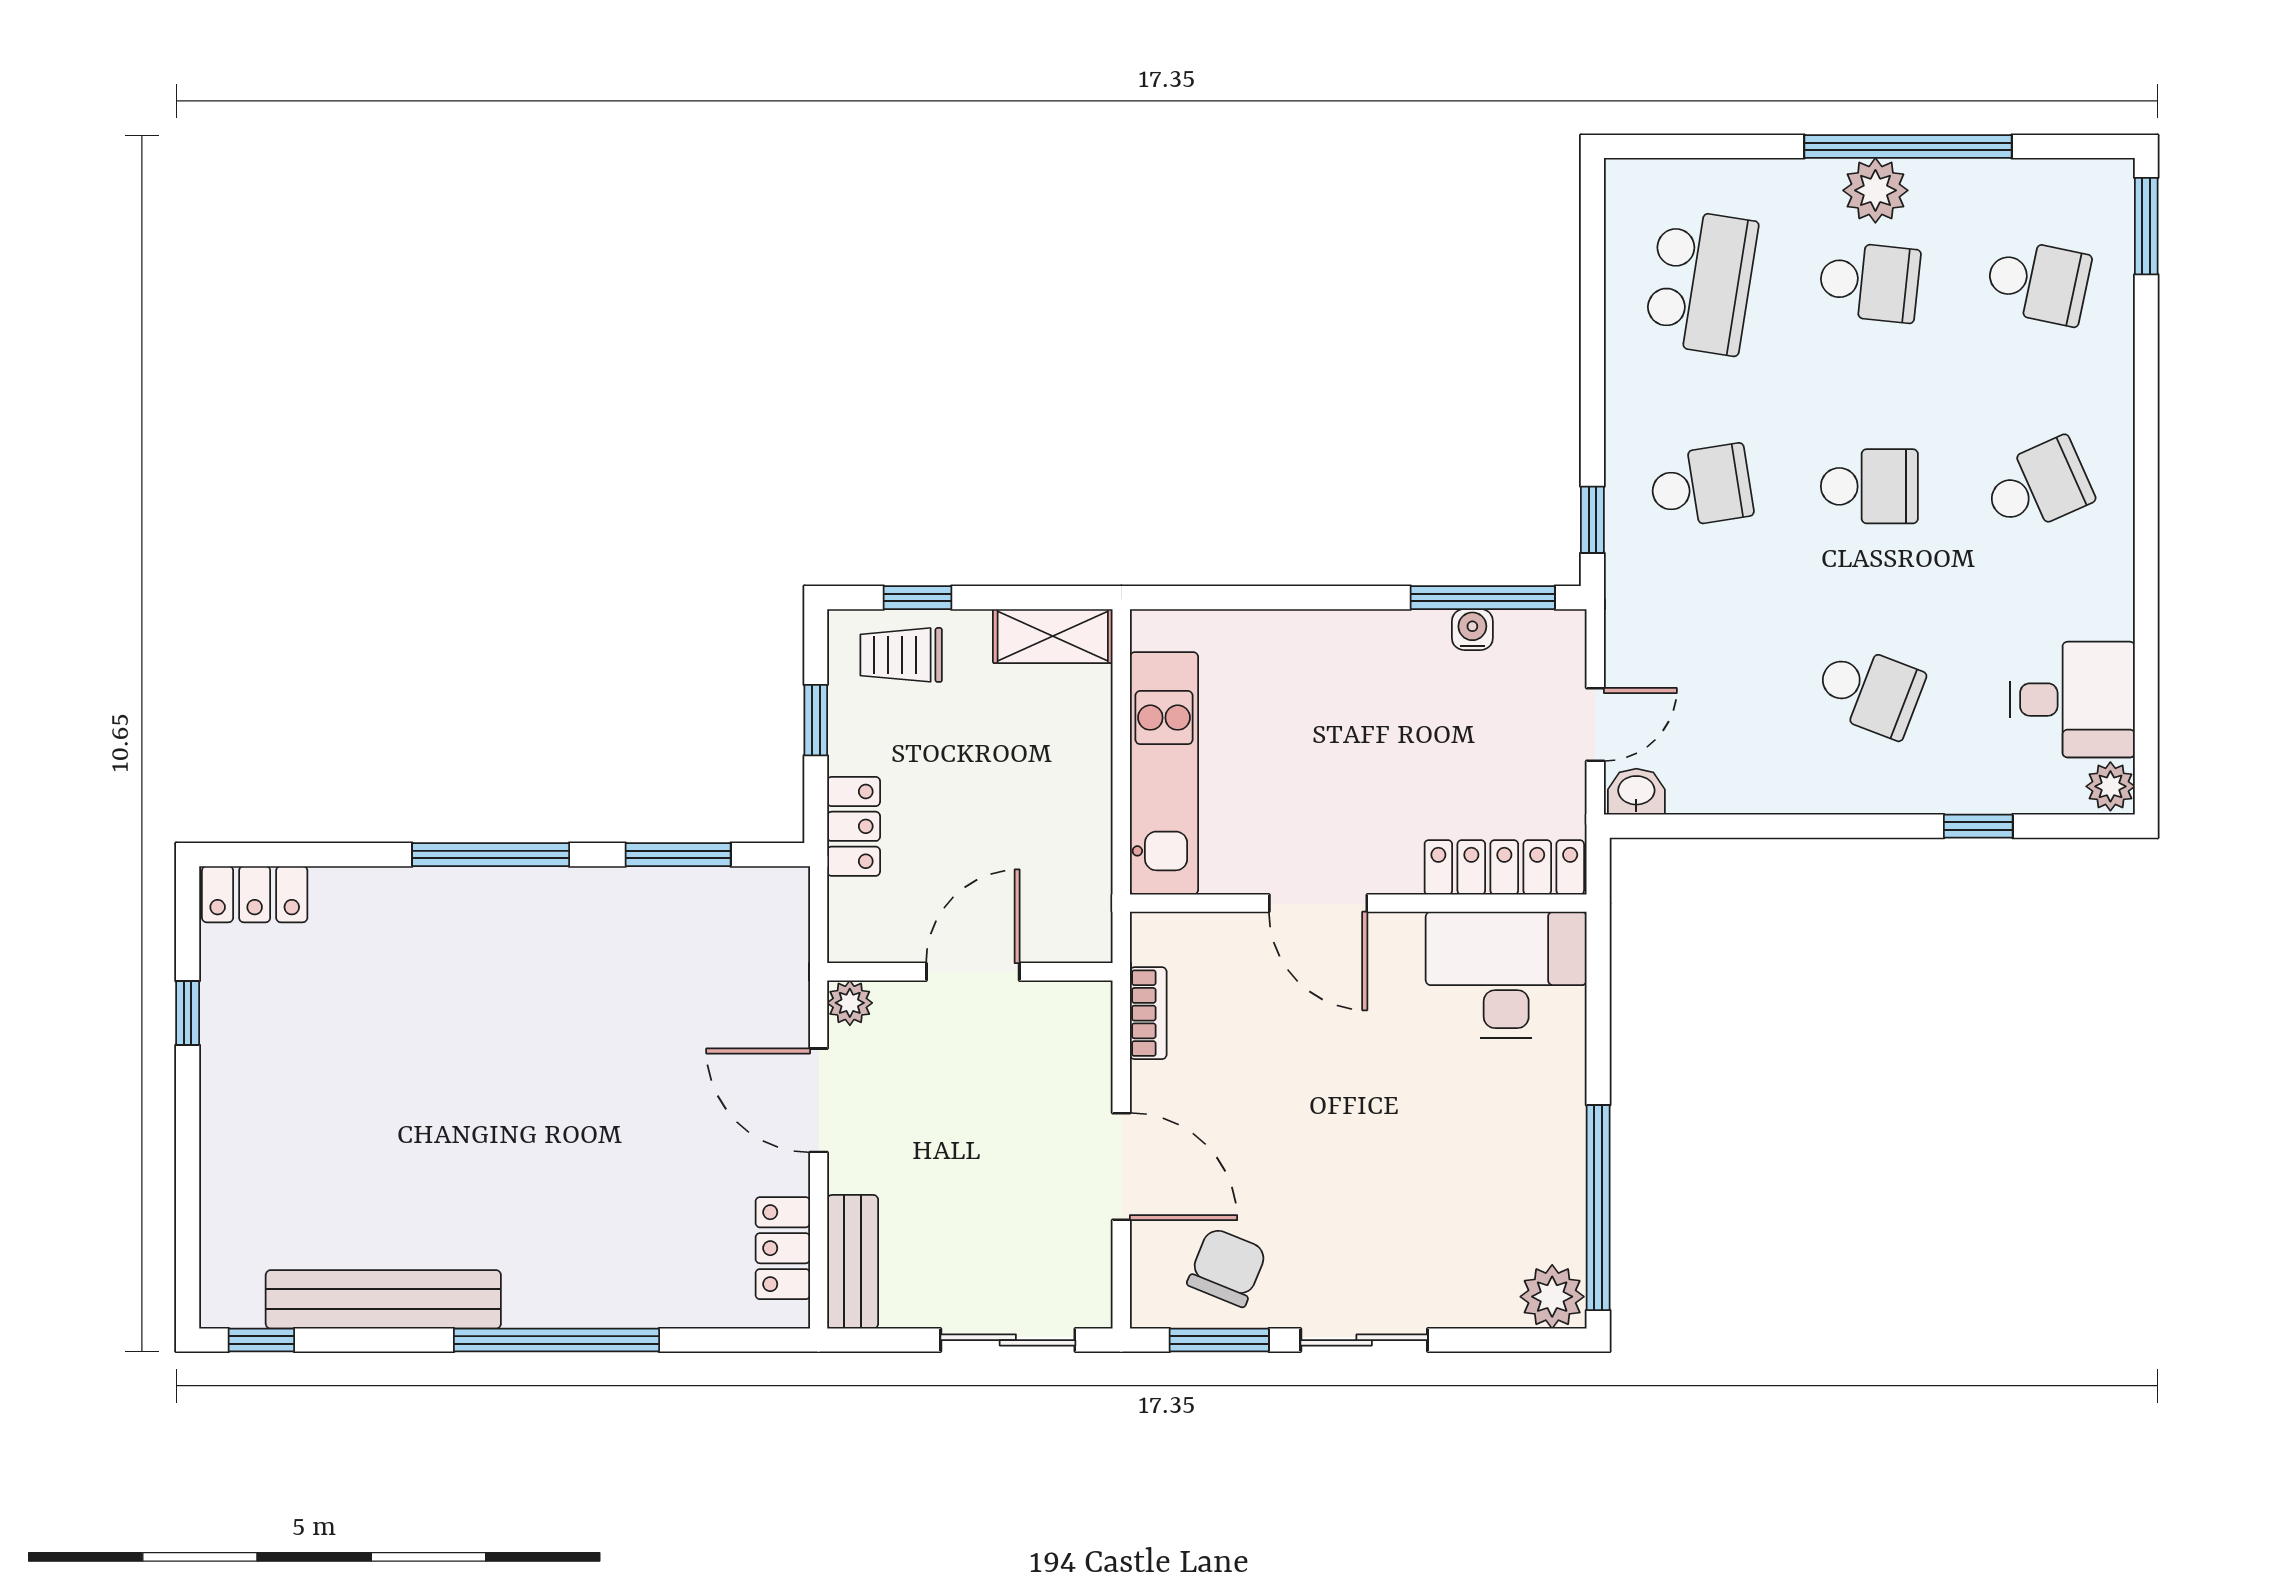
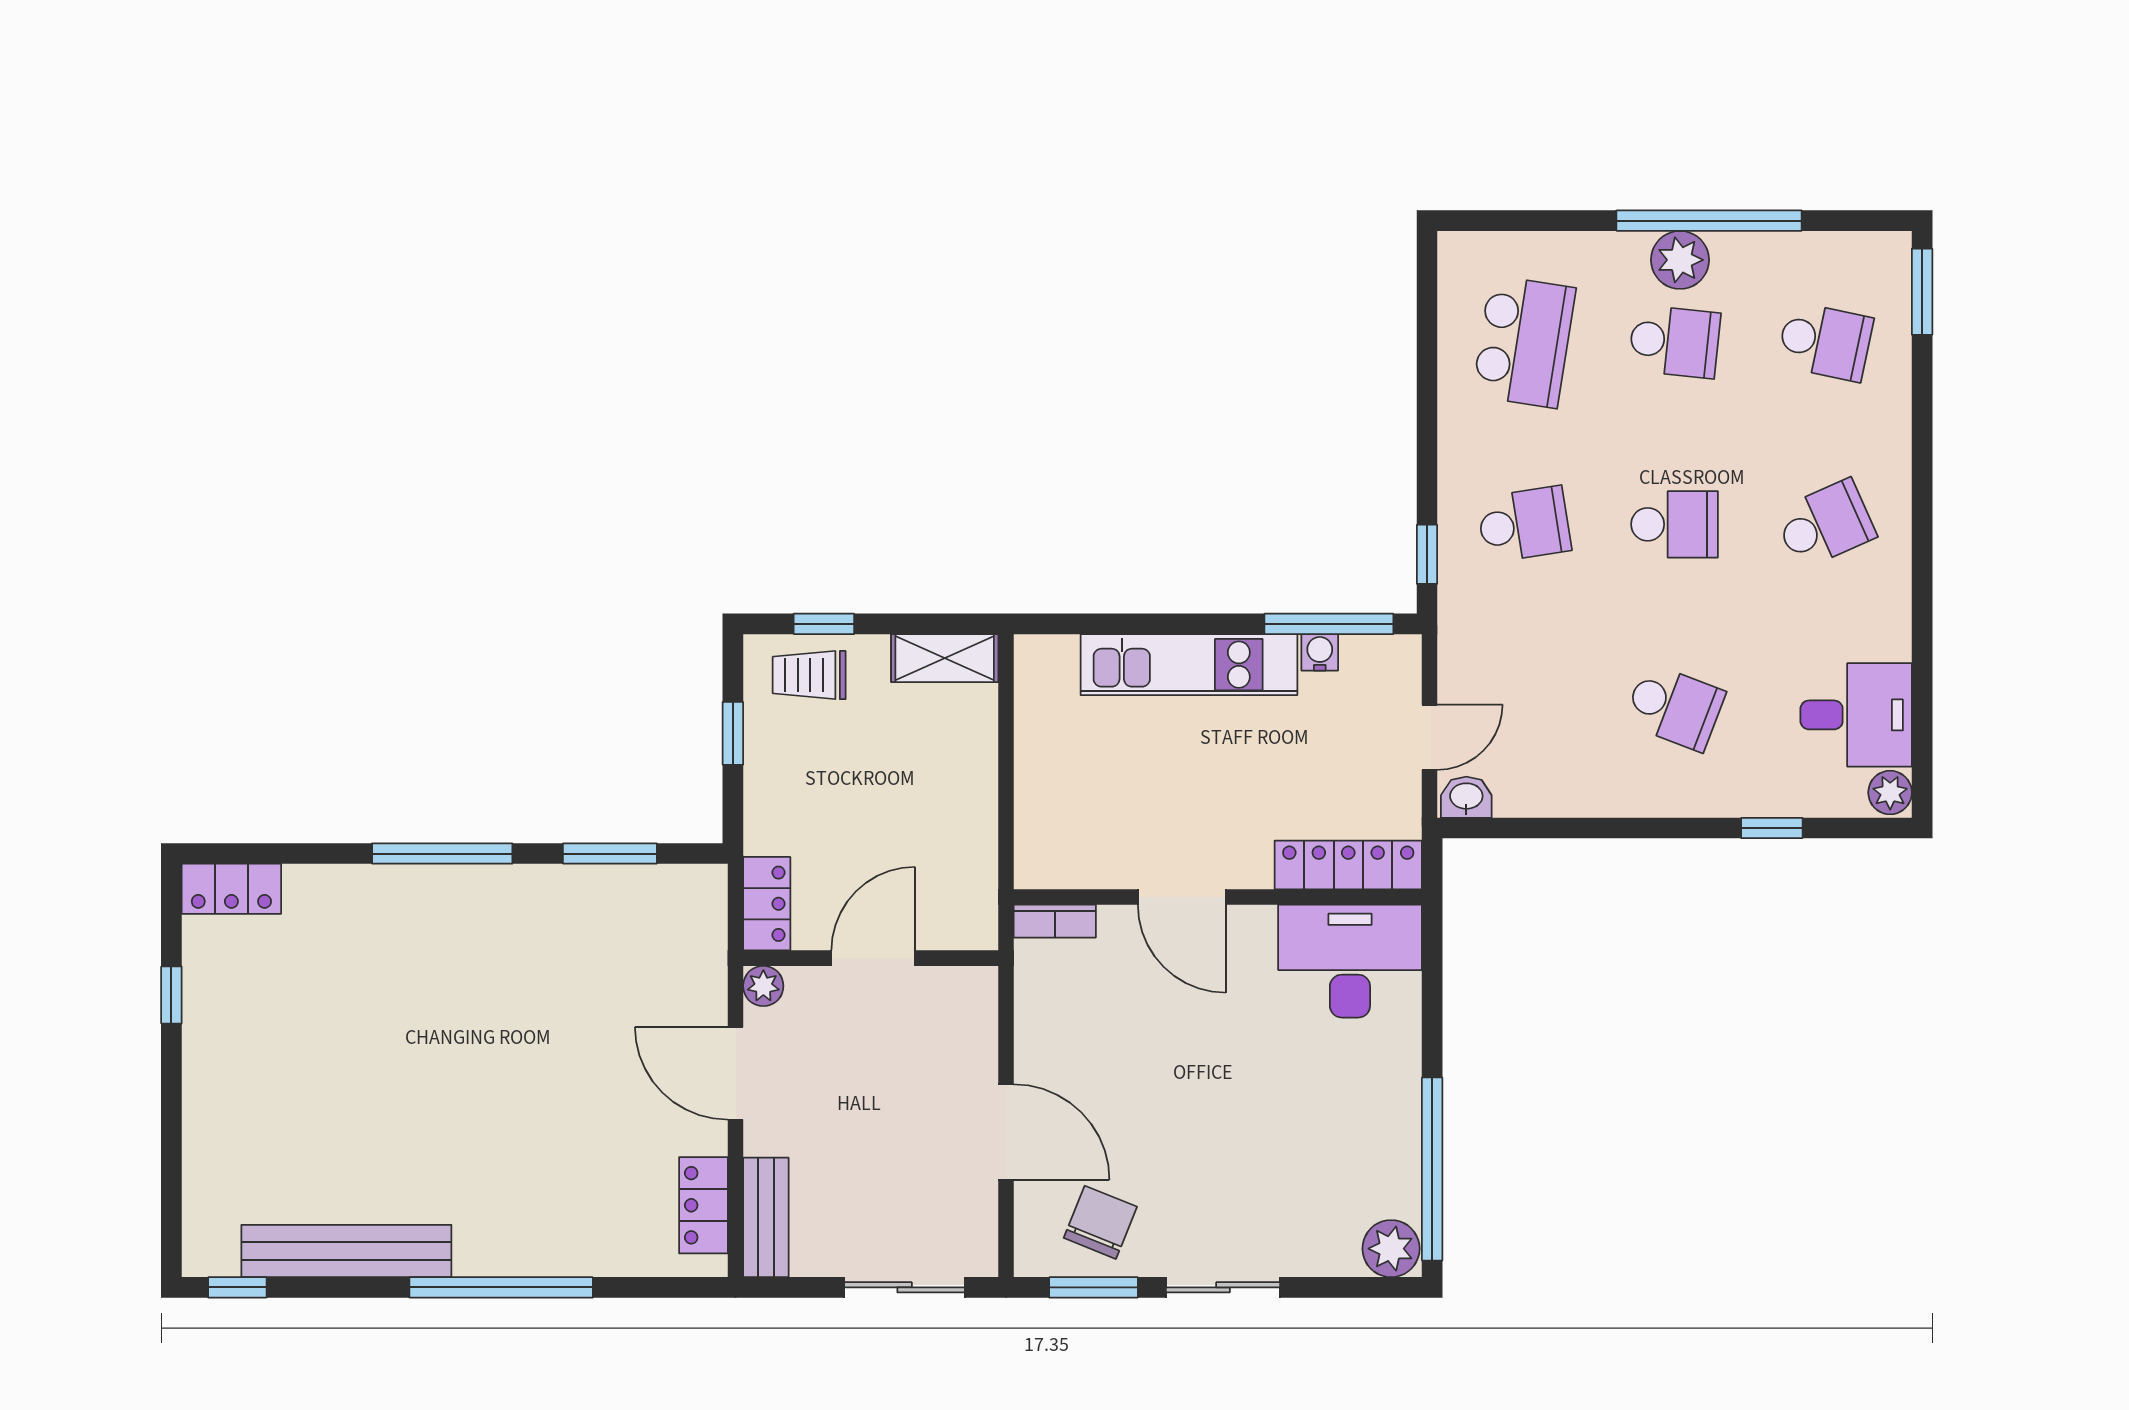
kitchen unit: (1164, 773) -> (1189, 665), moved, turned 90
locker: (854, 826) -> (767, 904), moved
bookcase: (1148, 1013) -> (1055, 921), moved, turned 90

